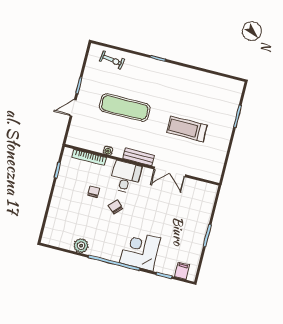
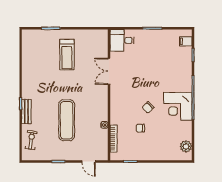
door: (73, 108) -> (89, 161), moved
treadmill: (187, 129) -> (67, 55), moved
bench: (139, 157) -> (26, 112), moved
double door: (170, 172) -> (109, 71), swing flipped
desk: (126, 177) -> (122, 40), moved
plant: (81, 246) -> (186, 146), moved
corner desk: (140, 250) -> (178, 106), moved

